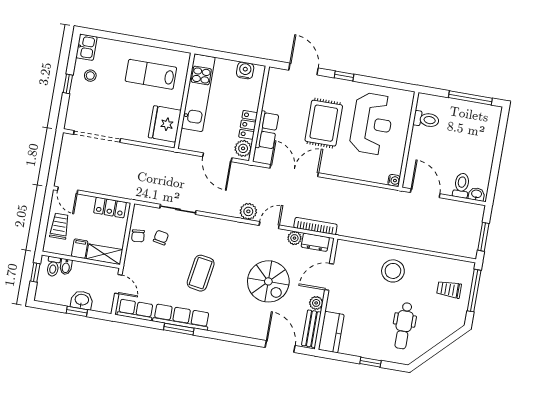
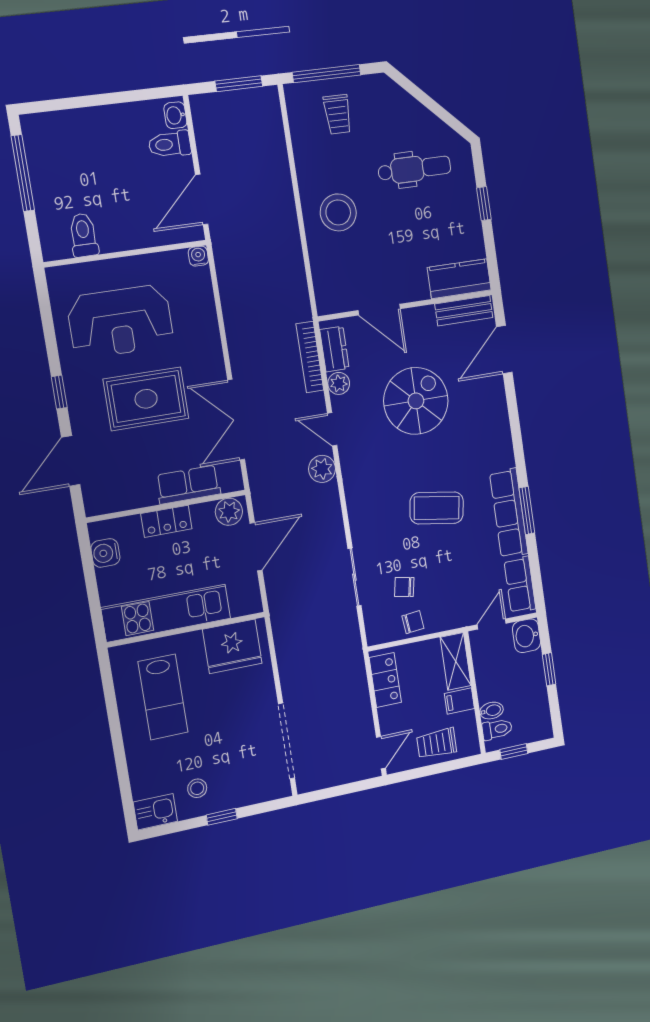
reception desk: (372, 124) -> (120, 322), turned 180
locker: (248, 125) -> (166, 521), moved
washbasin: (82, 300) -> (527, 636), moved
plant: (316, 303) -> (424, 317), removed

